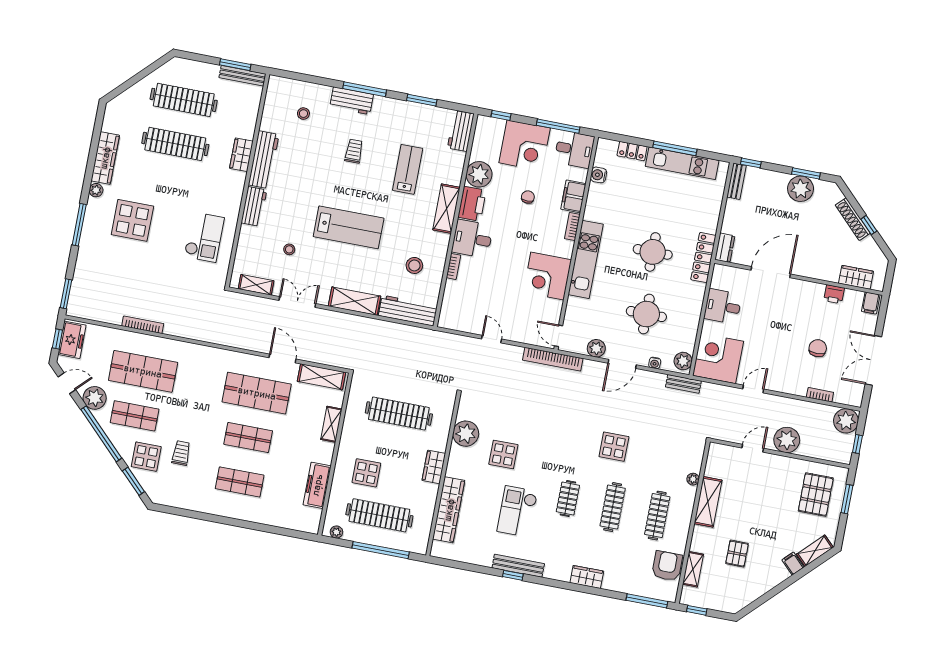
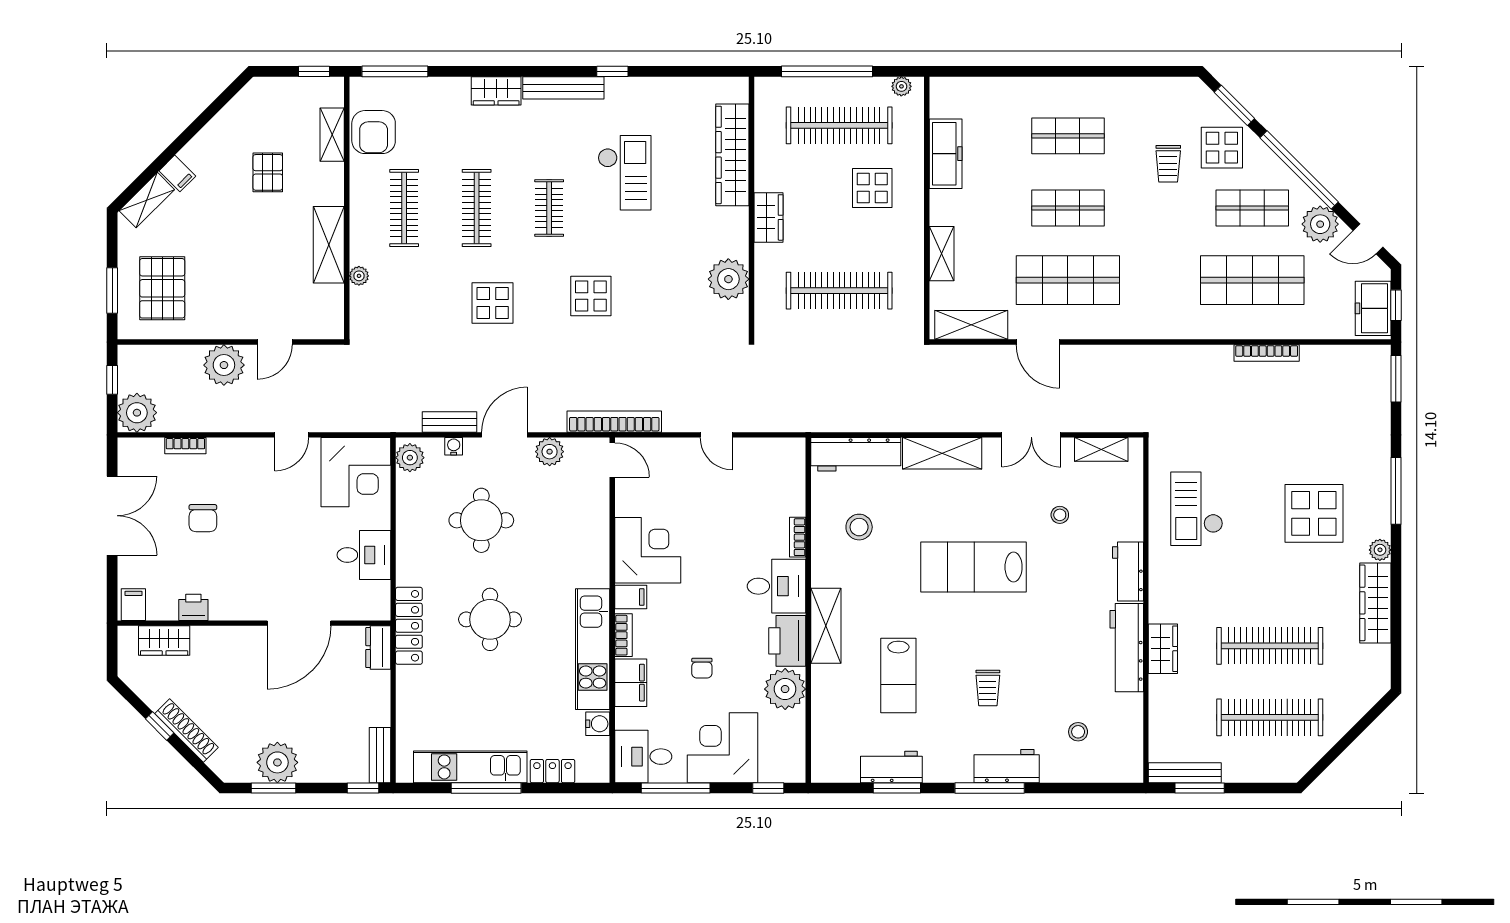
workbench: (461, 131) -> (891, 767), moved, turned -90
filing cabinet: (563, 249) -> (631, 597), added
kitchen unit: (586, 259) -> (593, 649), moved
bench: (683, 384) -> (449, 422), moved
display table: (503, 455) -> (591, 296), moved
bench: (518, 566) -> (563, 88), moved

